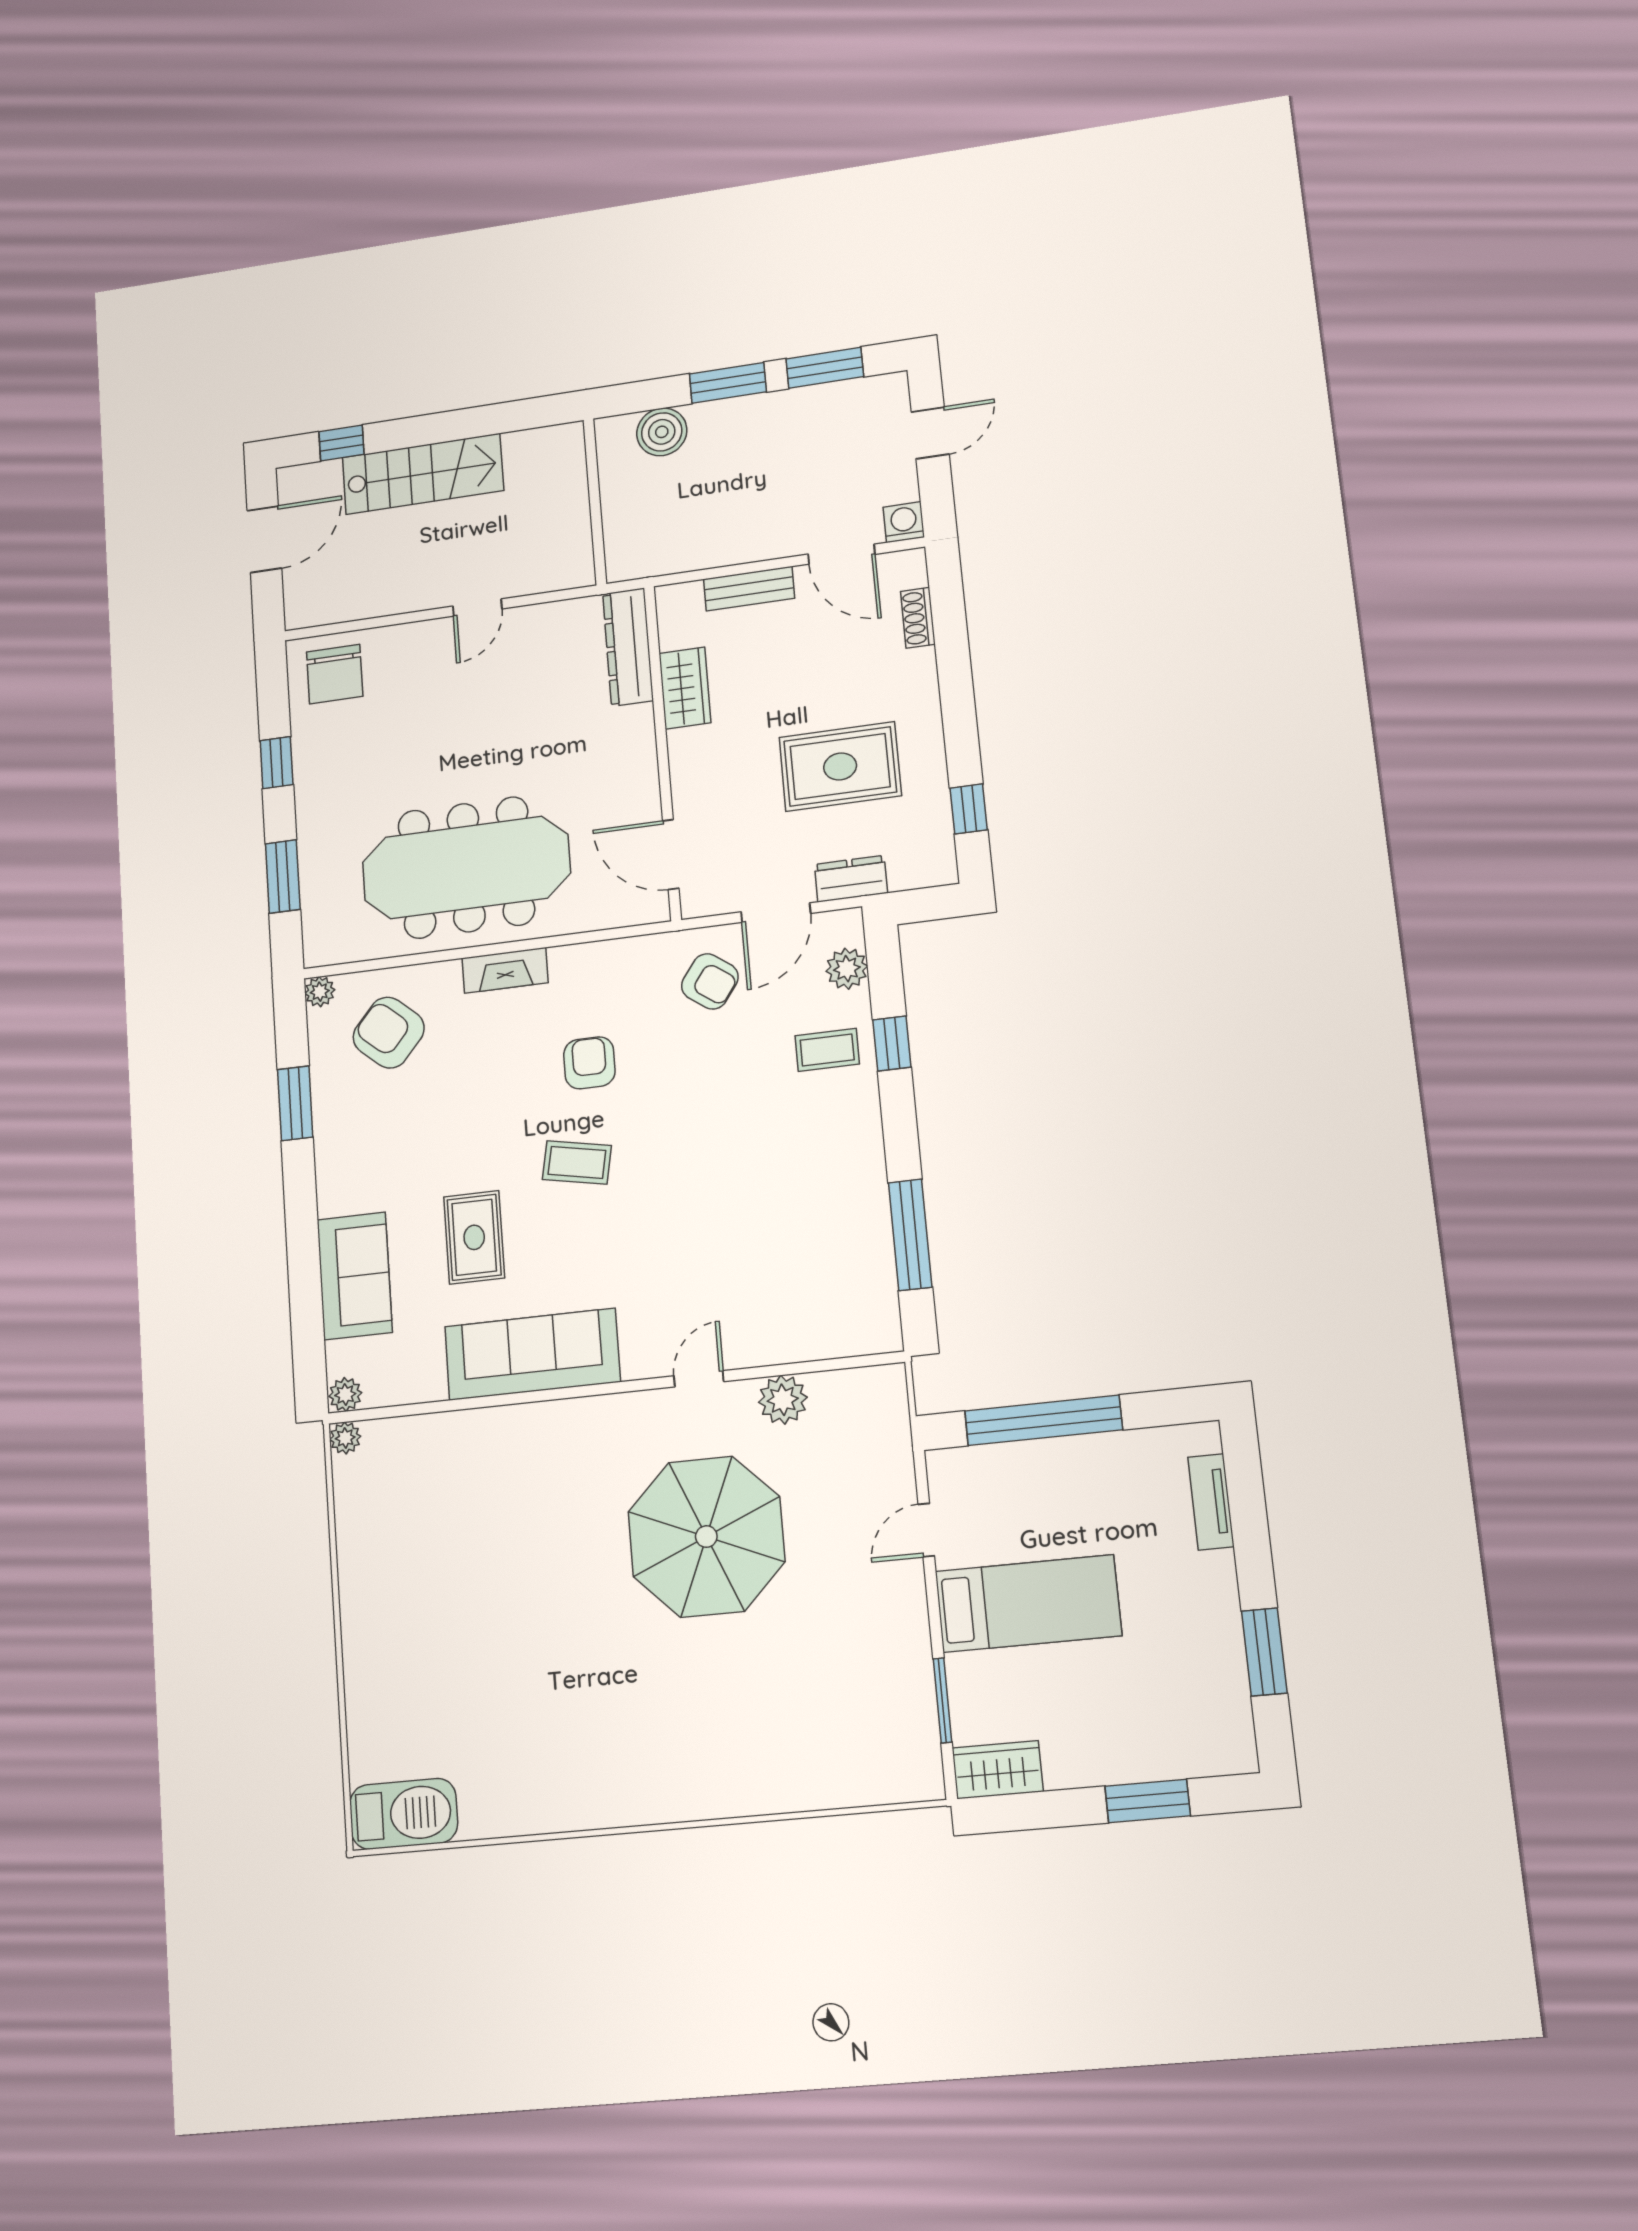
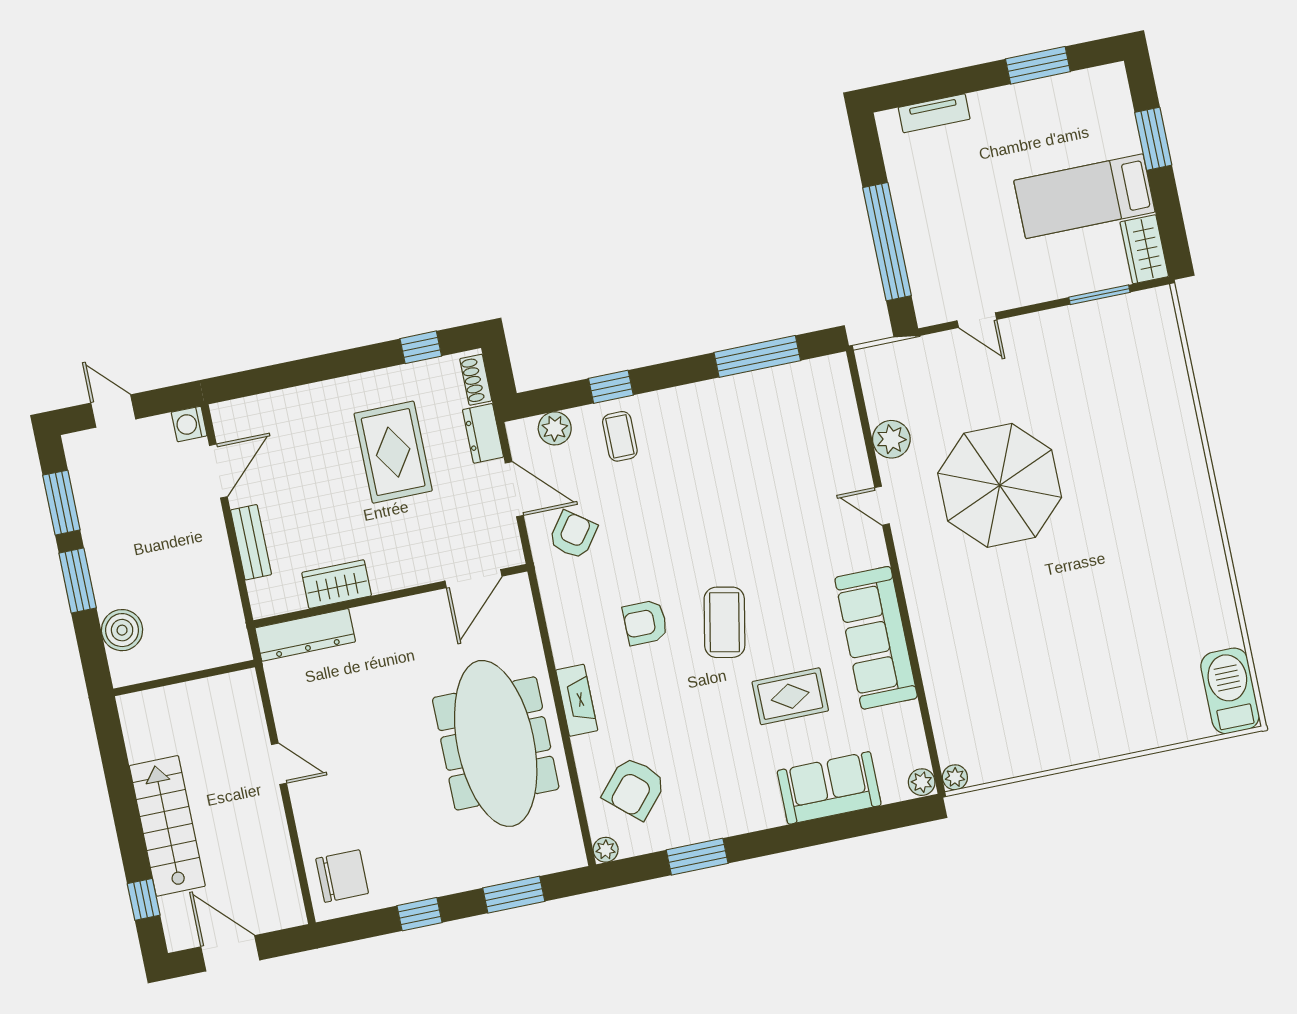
shoe rack: (918, 618) -> (476, 380), moved, turned 90
coffee table: (577, 1162) -> (724, 622), width x1.36, depth x1.30
bed: (1028, 1603) -> (1084, 196), moved, turned -90

